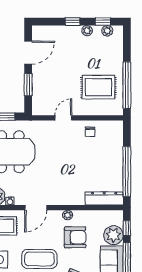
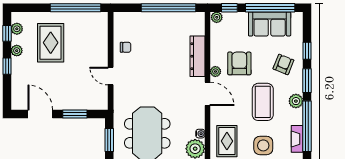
rug: (98, 87) -> (51, 43), moved
dresser: (104, 198) -> (197, 56), moved
door: (36, 208) -> (207, 94), moved
plant: (113, 235) -> (217, 17), moved, width x0.53, depth x0.53

